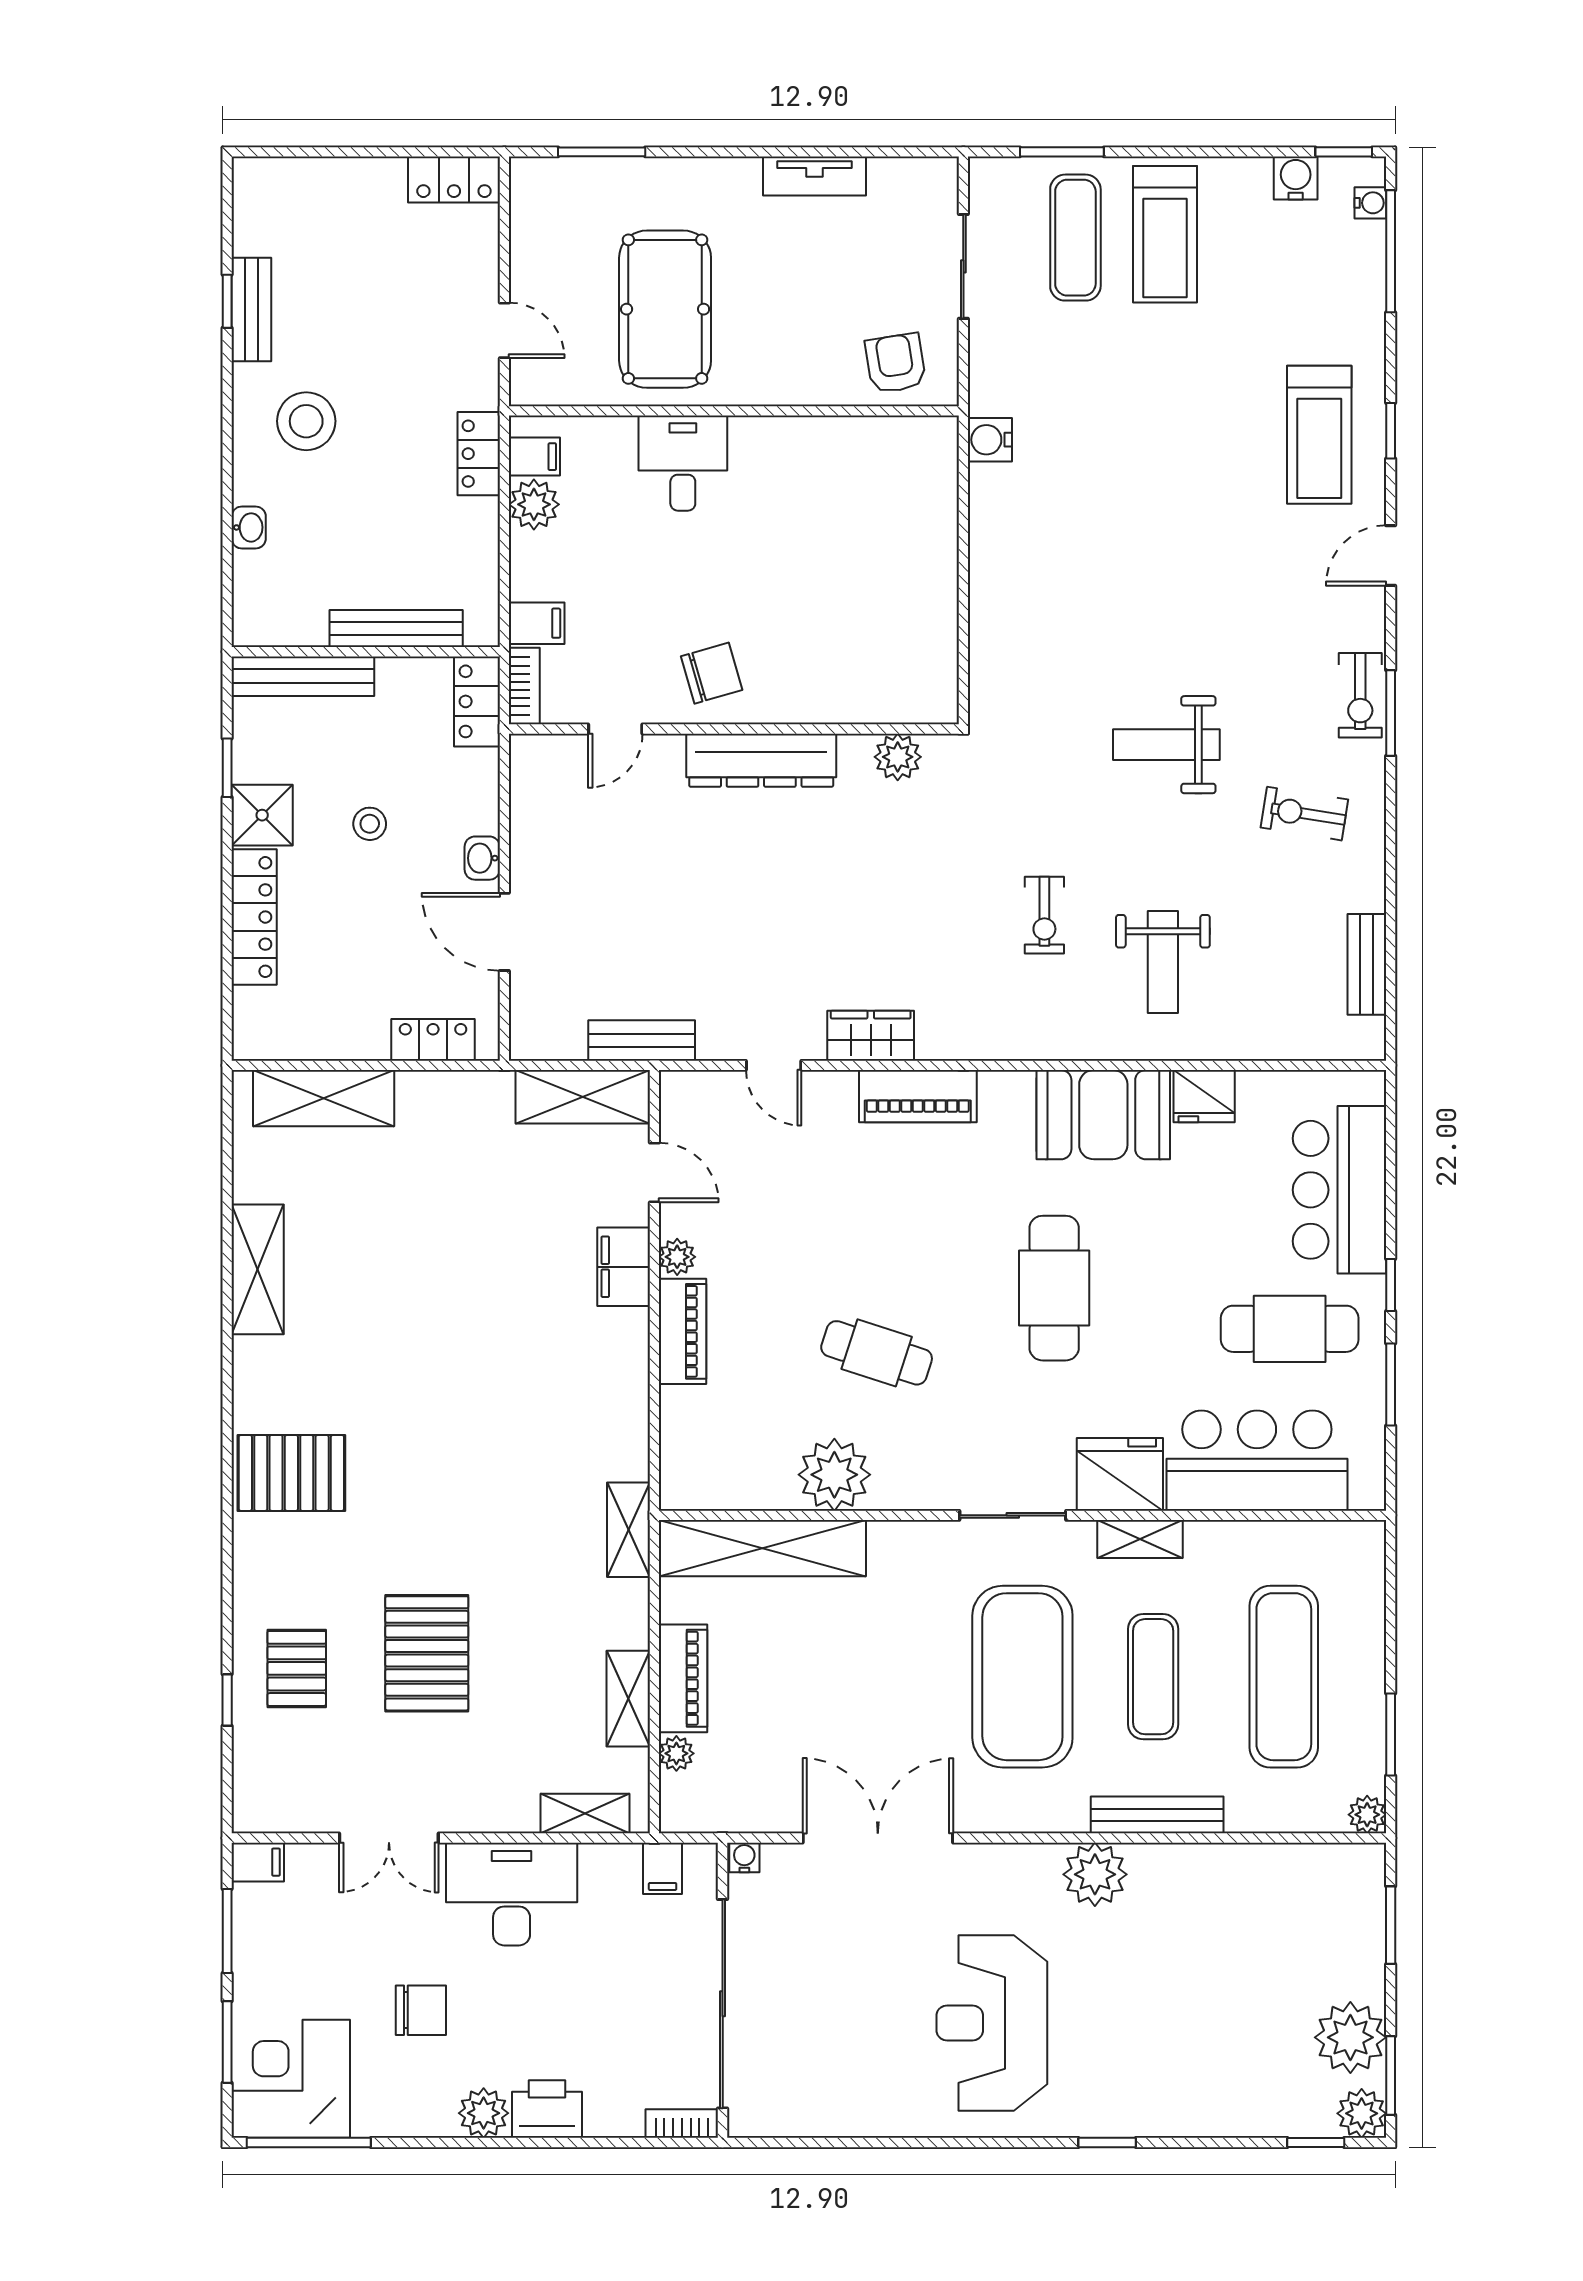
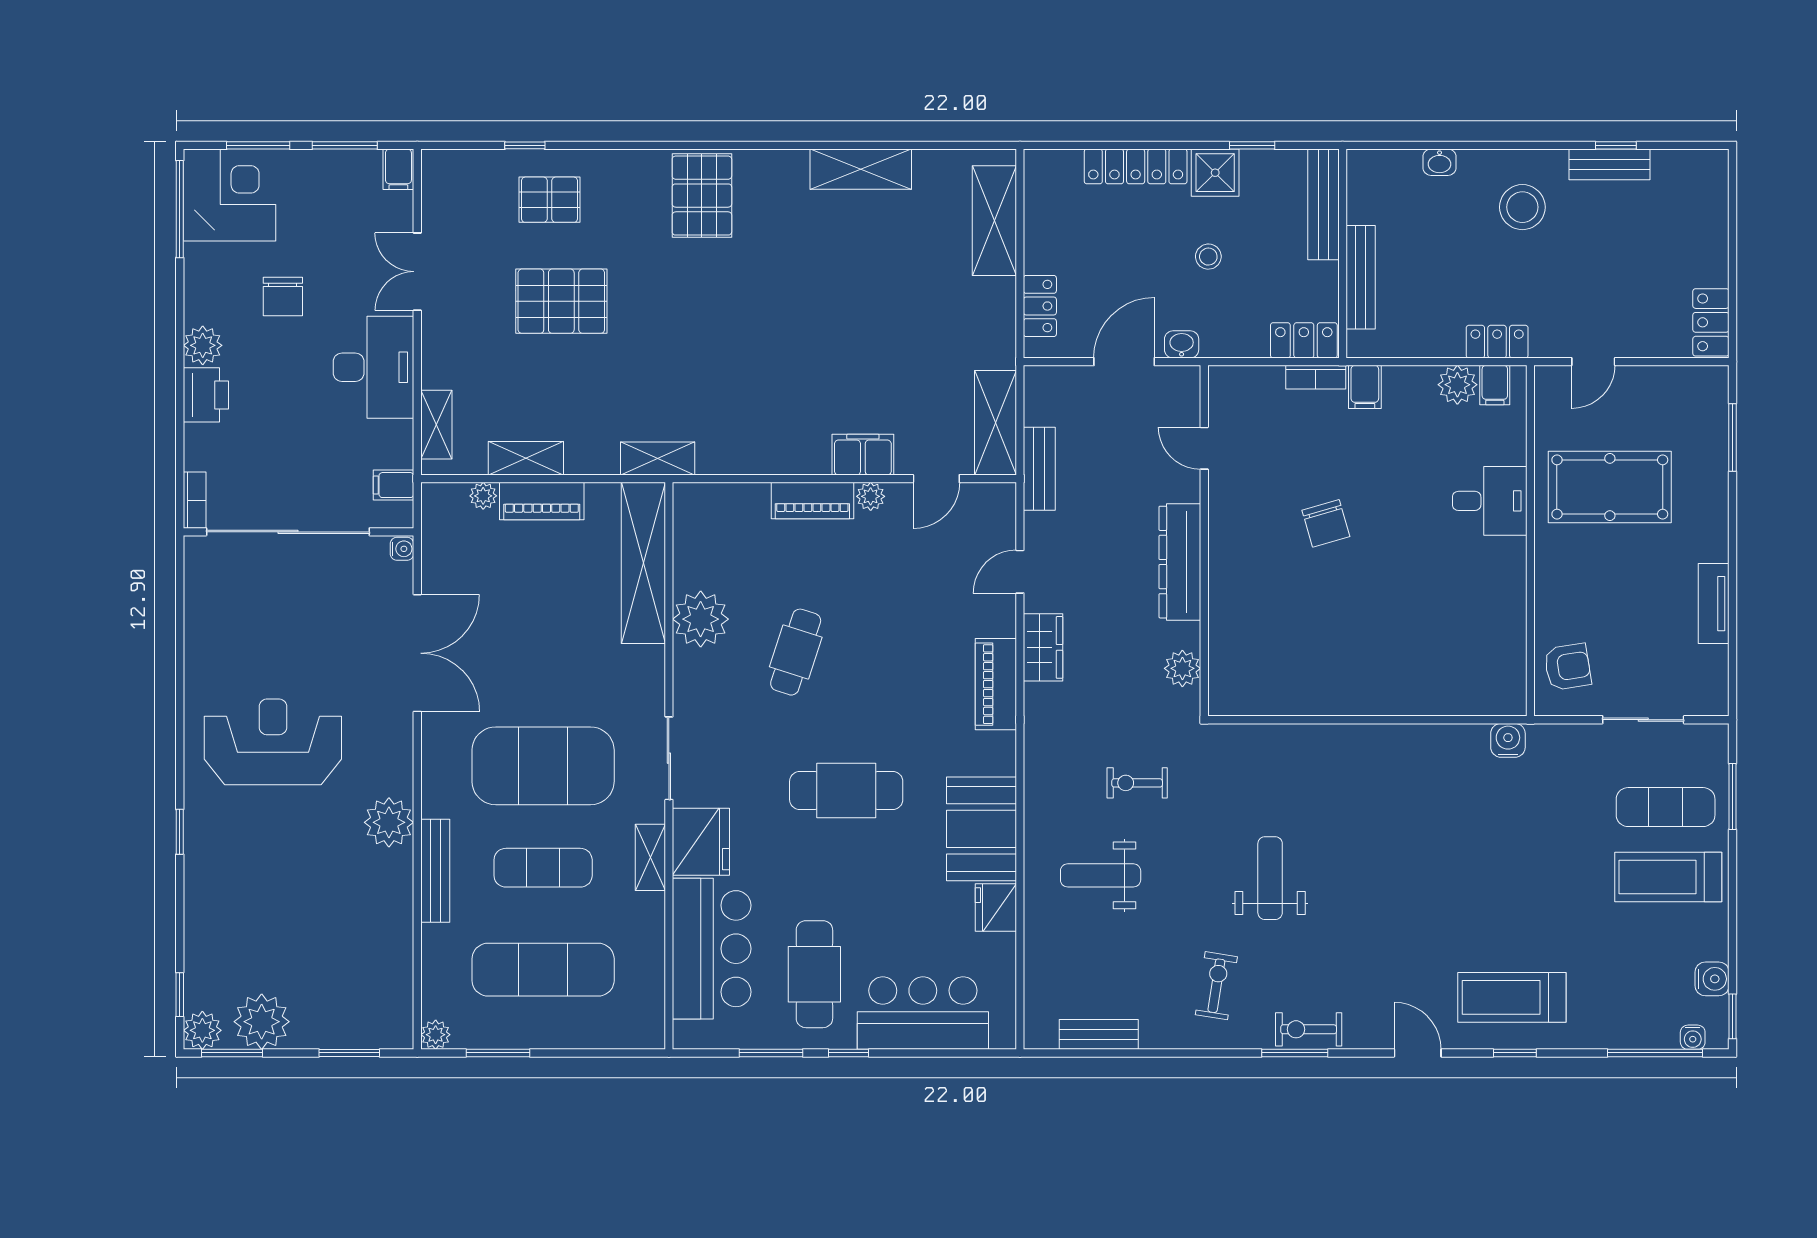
door: (615, 729) -> (1204, 448), moved
wall: (734, 729) -> (1204, 541), moved
plant: (898, 757) -> (1182, 668), moved
dresser: (761, 760) -> (1180, 562), moved

